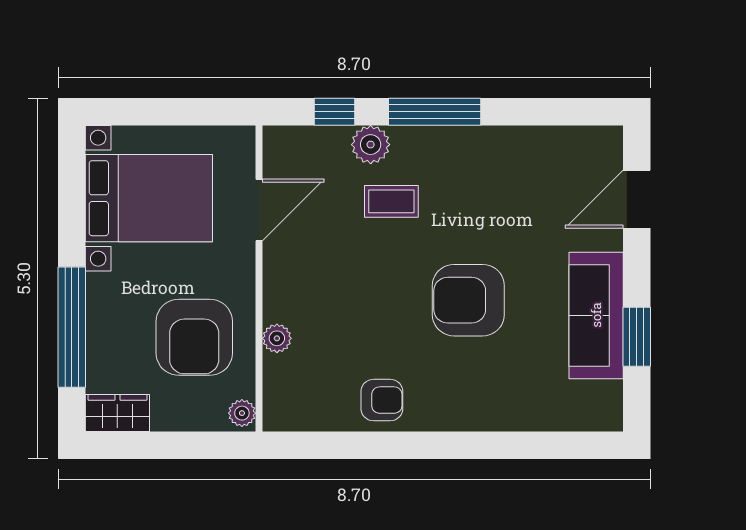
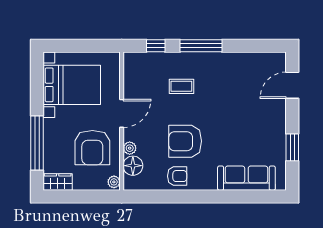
plant: (371, 145) -> (172, 61), removed
door: (259, 210) -> (122, 113), moved
armchair: (468, 300) -> (185, 141), moved
sofa: (596, 315) -> (246, 178), moved, turned 90
floor lamp: (284, 377) -> (133, 166), added

